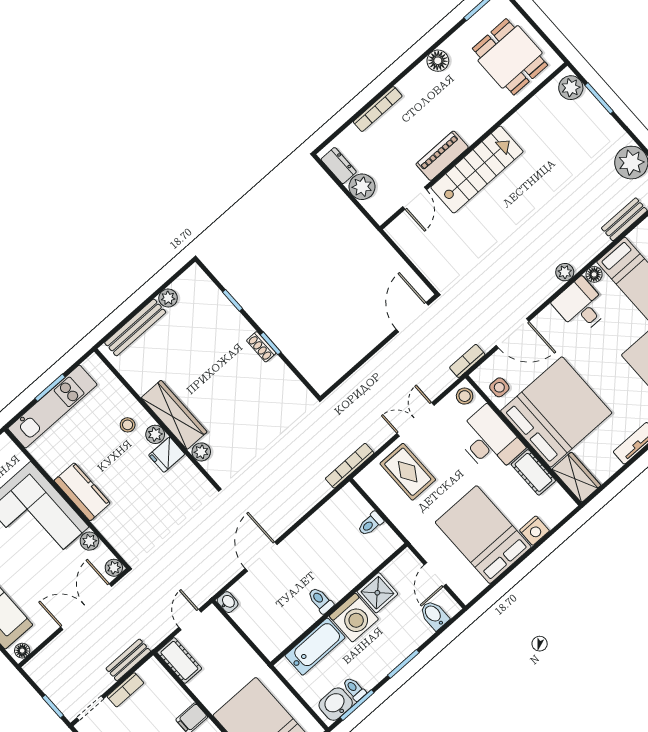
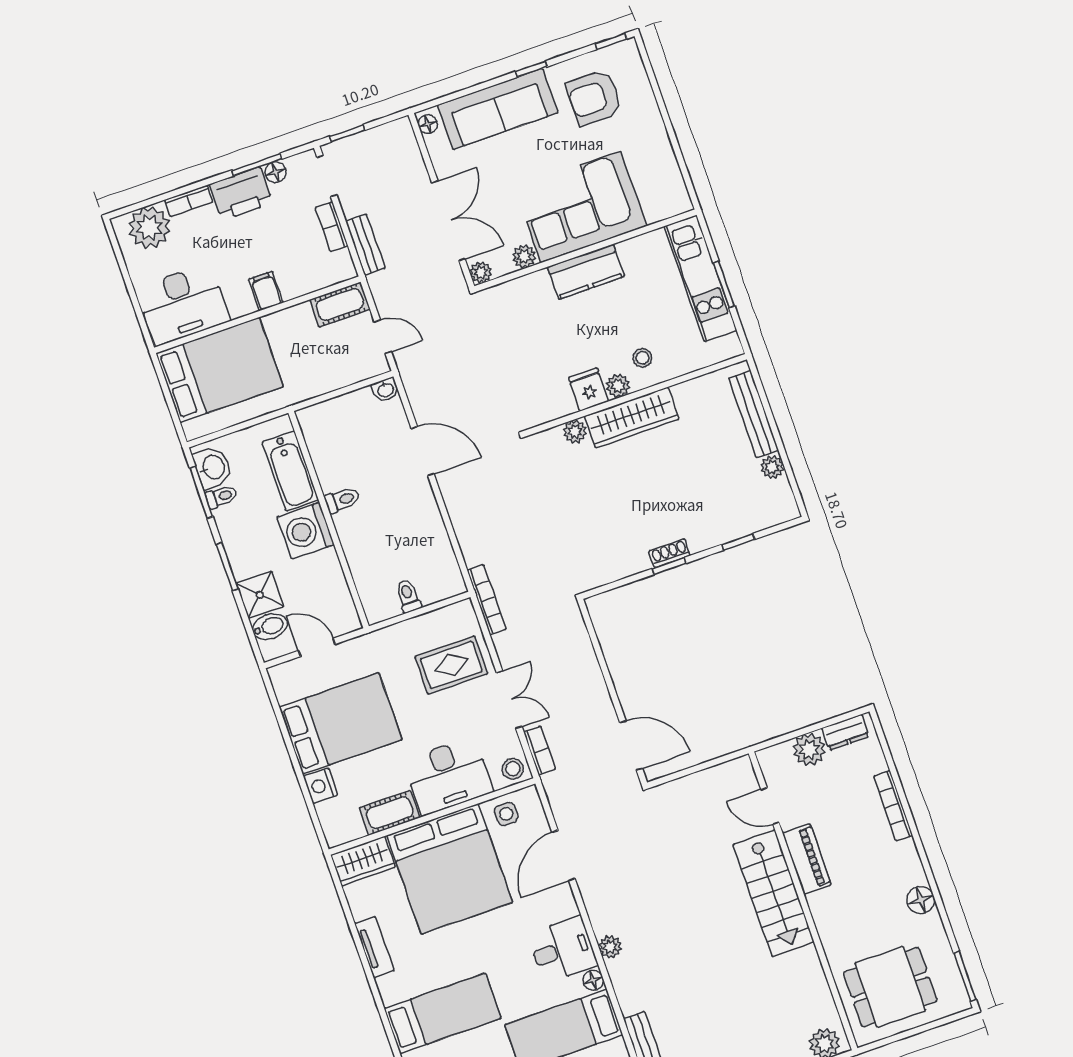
bookcase: (467, 361) -> (540, 751), moved
shower: (377, 593) -> (260, 595), moved

